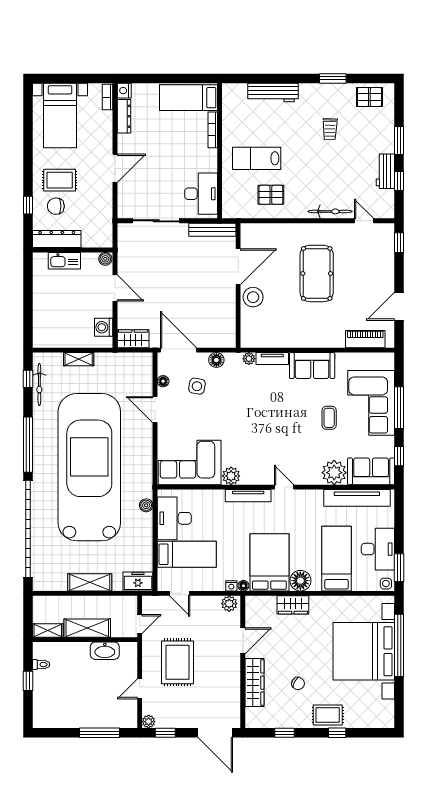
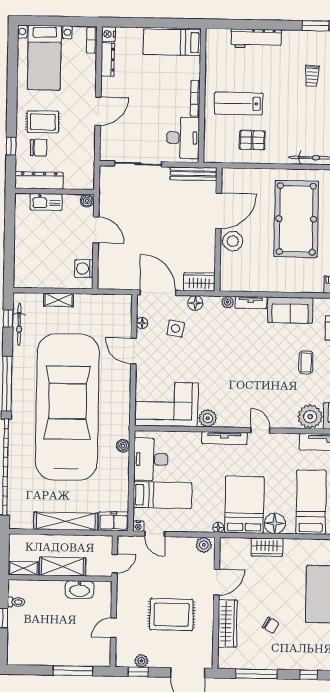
bookcase: (213, 130) -> (195, 98), moved
chair: (56, 206) -> (39, 148), turned 180
pool table: (317, 273) -> (296, 219), width x1.36, depth x1.32
wardrobe: (133, 339) -> (199, 282), moved
shelving: (90, 582) -> (66, 521), width x1.47
nightstand: (231, 586) -> (138, 526), moved
rug: (177, 662) -> (171, 615), moved, turned 90
rug: (328, 715) -> (300, 657), removed
plant: (149, 722) -> (141, 661), moved
window: (285, 733) -> (256, 674), width x2.17

